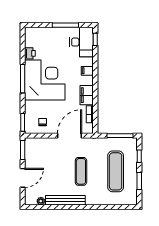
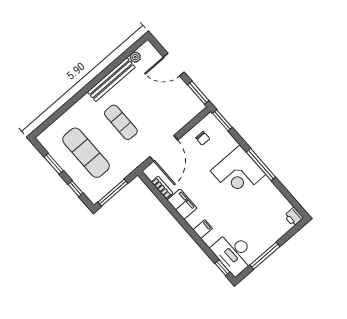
printer: (30, 53) -> (294, 217), moved
corner desk: (45, 80) -> (238, 173), width x0.74, depth x0.74
door: (23, 178) -> (174, 65), hinge flipped

